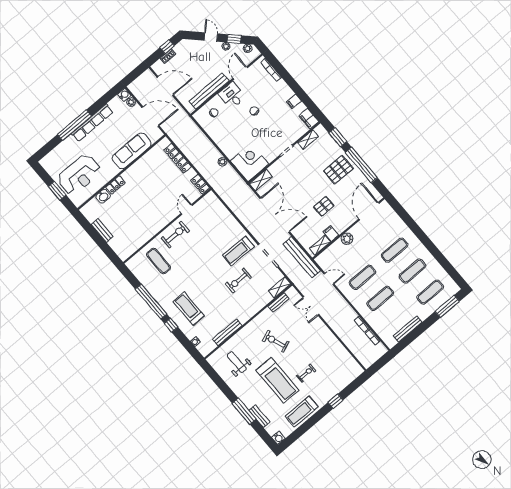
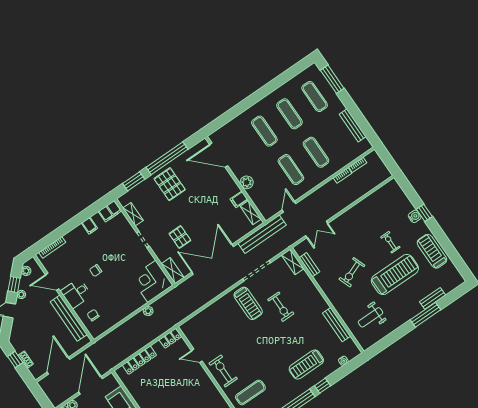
pallet: (324, 206) -> (180, 237), moved
treadmill: (302, 411) -> (432, 251), turned 180
water cooler: (278, 438) -> (415, 216), moved

